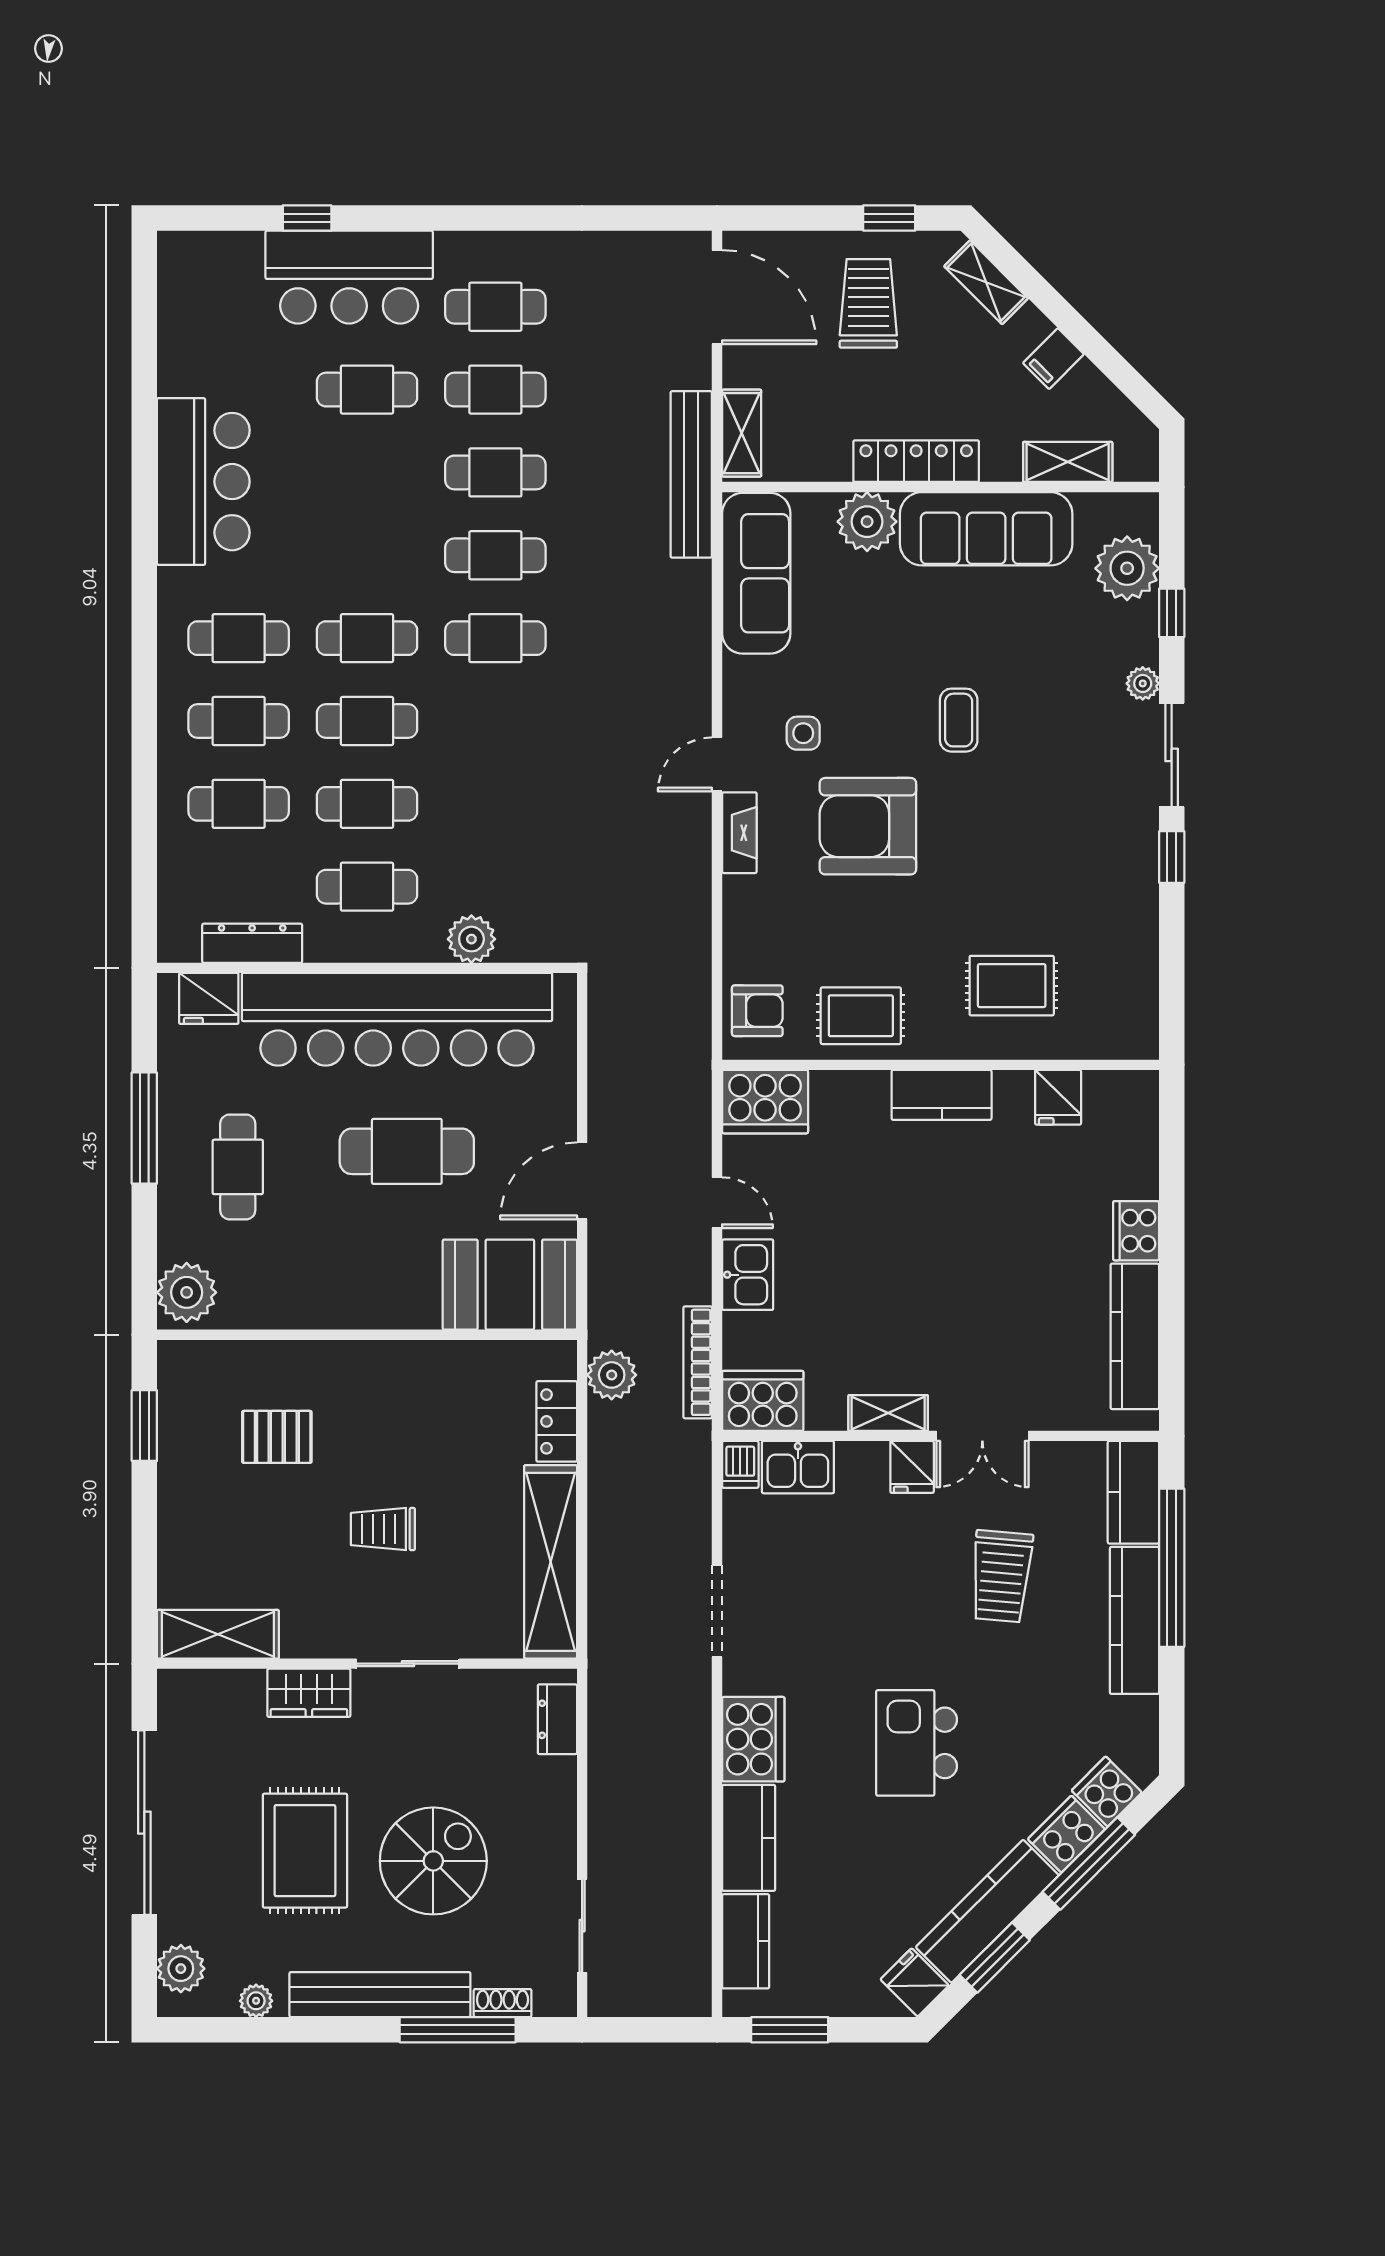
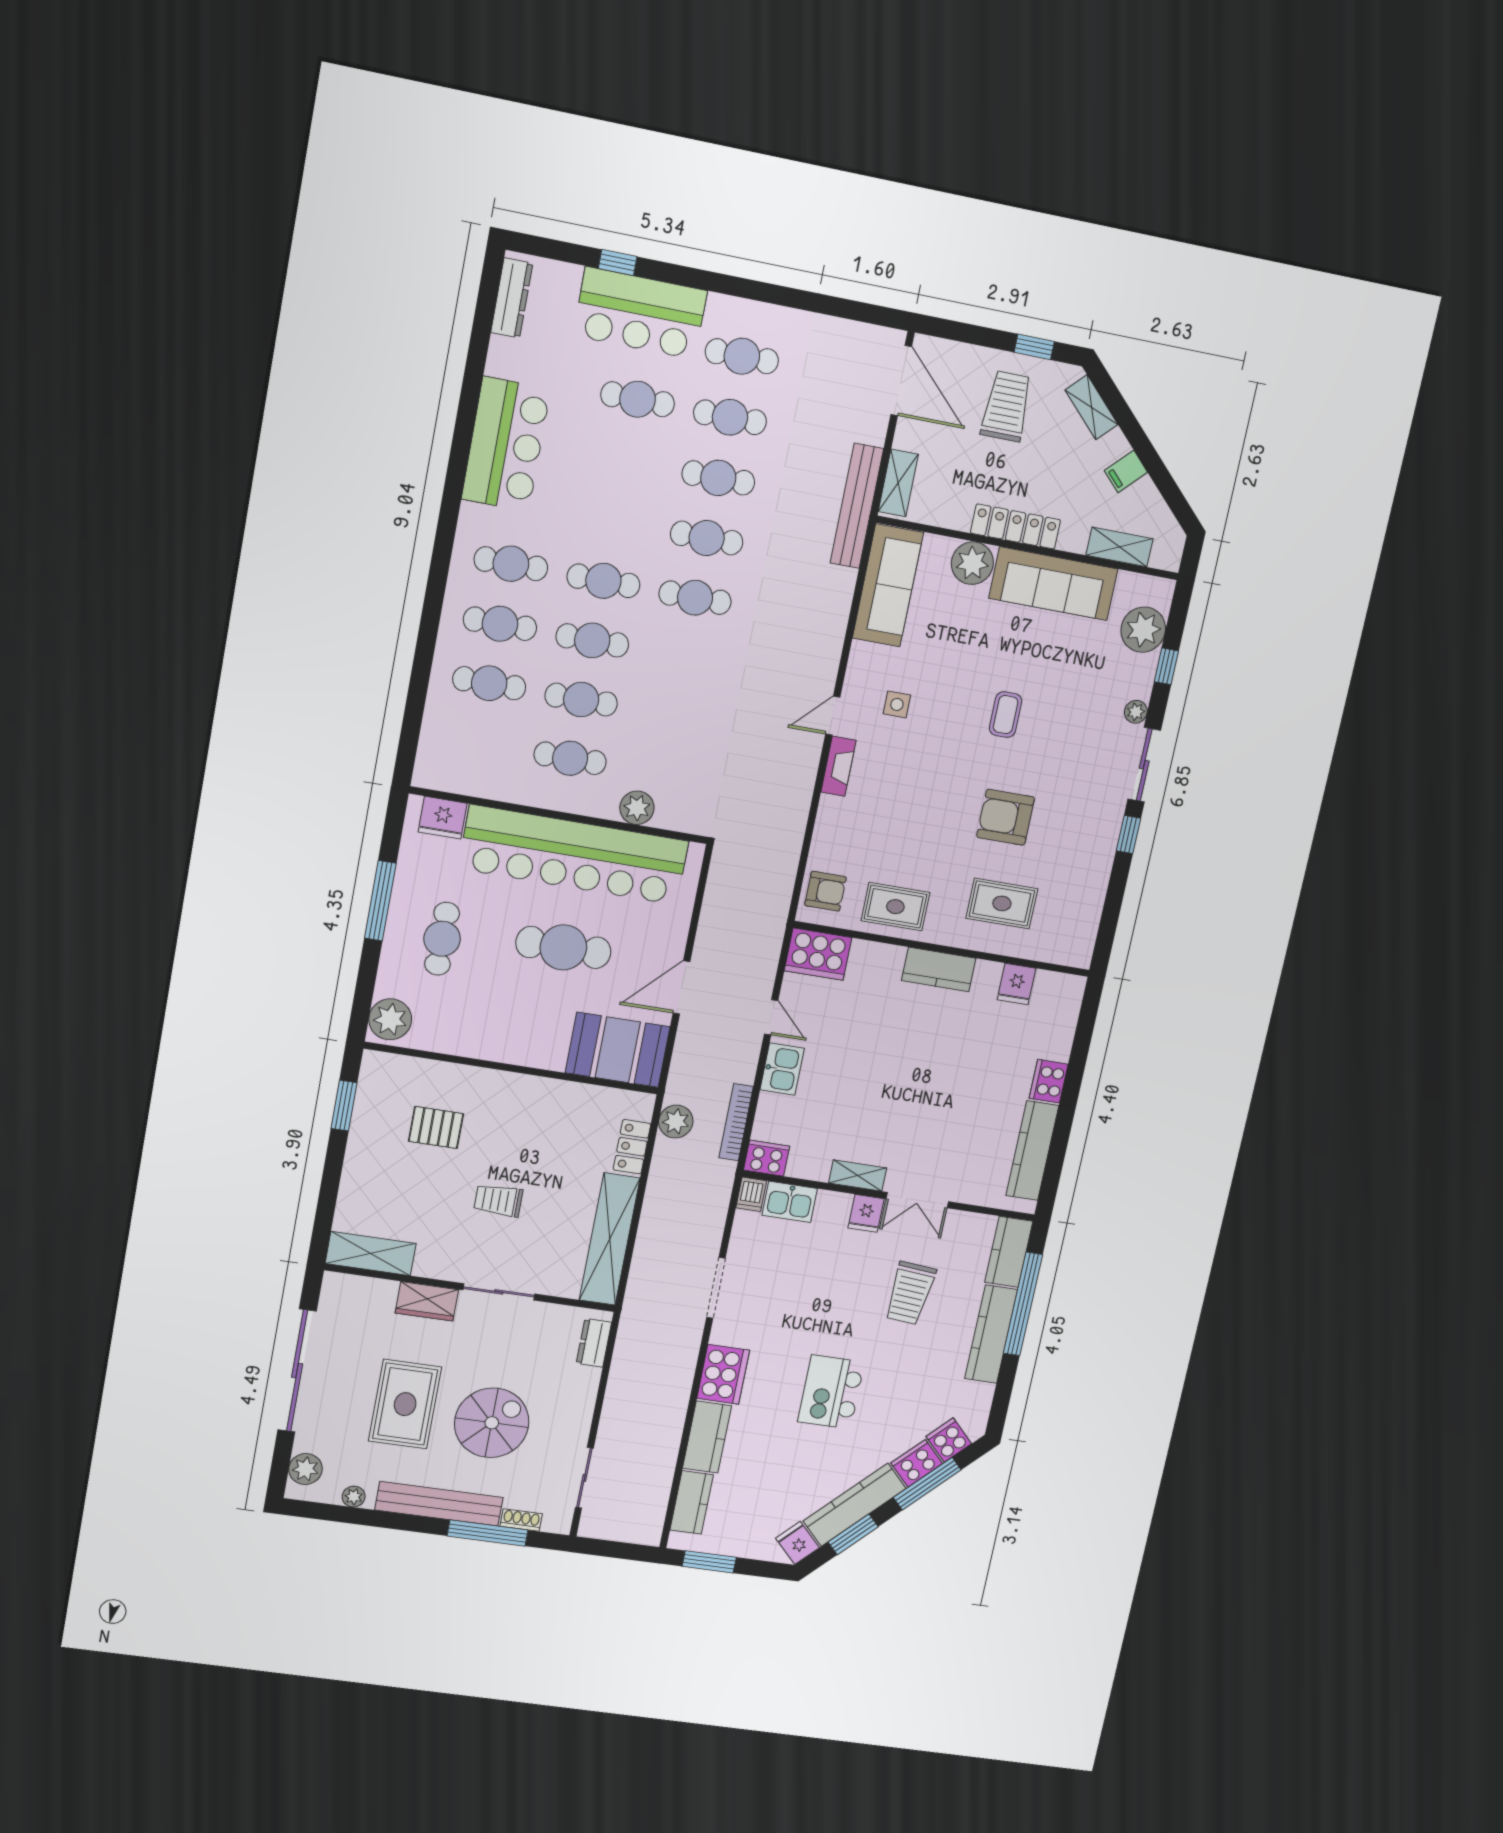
armchair: (868, 826) -> (1006, 817), moved, width x0.73, depth x0.73
dresser: (252, 943) -> (512, 298), moved, turned 90
cooker: (763, 1401) -> (767, 1158), width x0.73, depth x0.76

